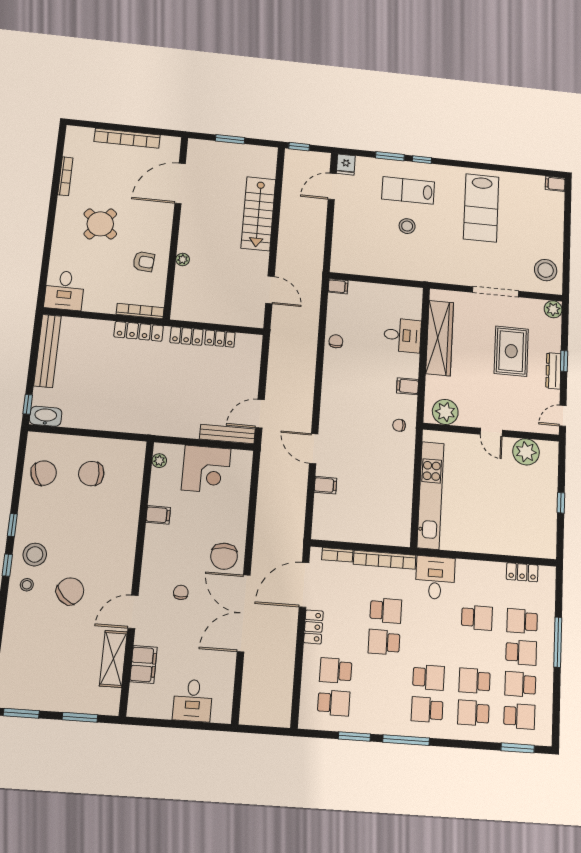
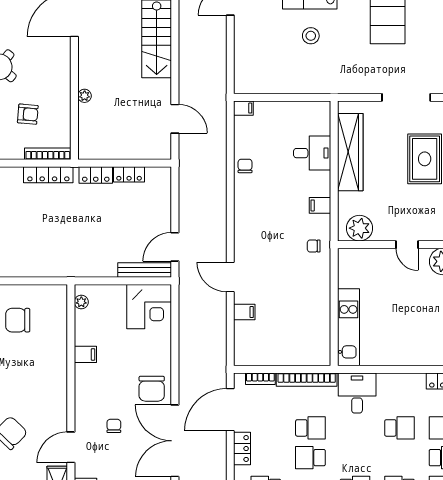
armchair: (144, 262) -> (28, 114), moved
corner desk: (206, 469) -> (149, 307), moved
kitchen unit: (430, 495) -> (349, 327), width x0.73

